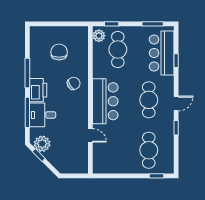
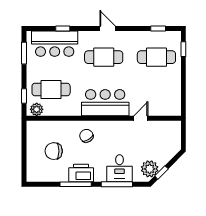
printer: (38, 90) -> (81, 173), moved
window: (176, 128) -> (158, 29), moved

